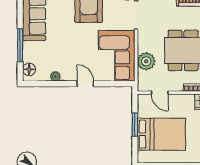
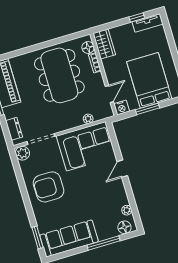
plant: (146, 61) -> (88, 119), width x0.53, depth x0.53
plant: (55, 76) -> (127, 210), moved
nightstand: (143, 100) -> (122, 108), added

